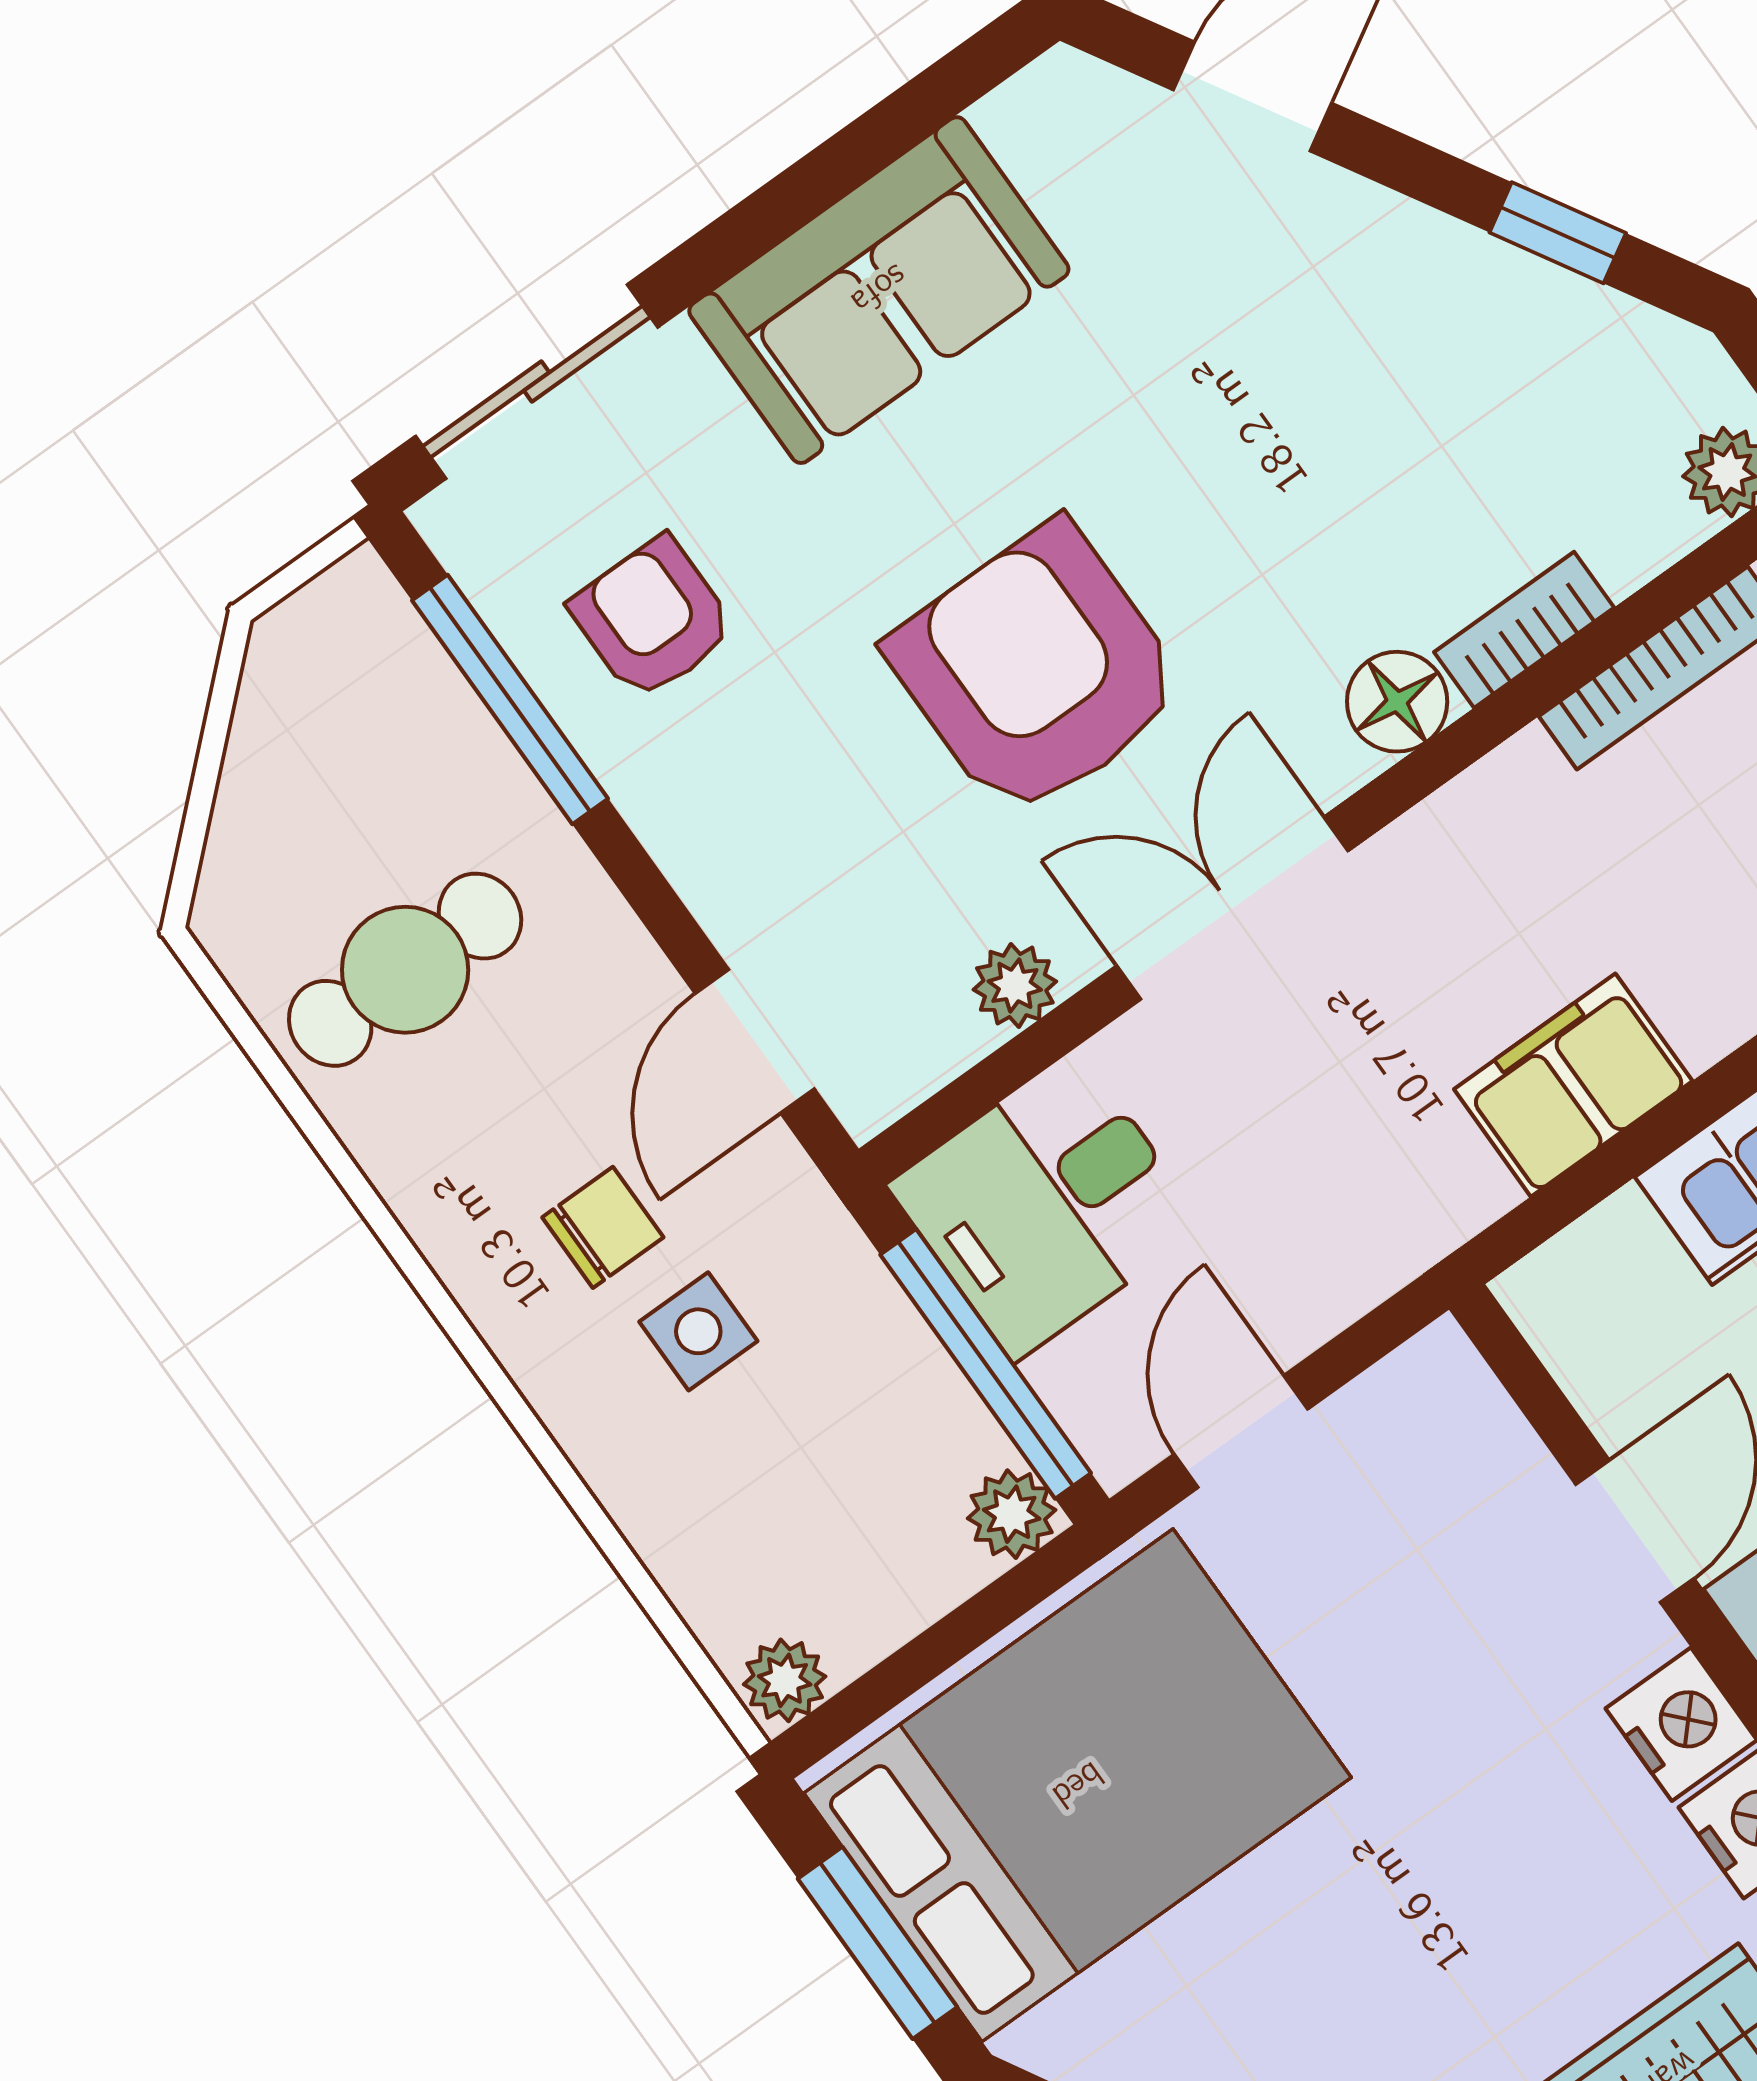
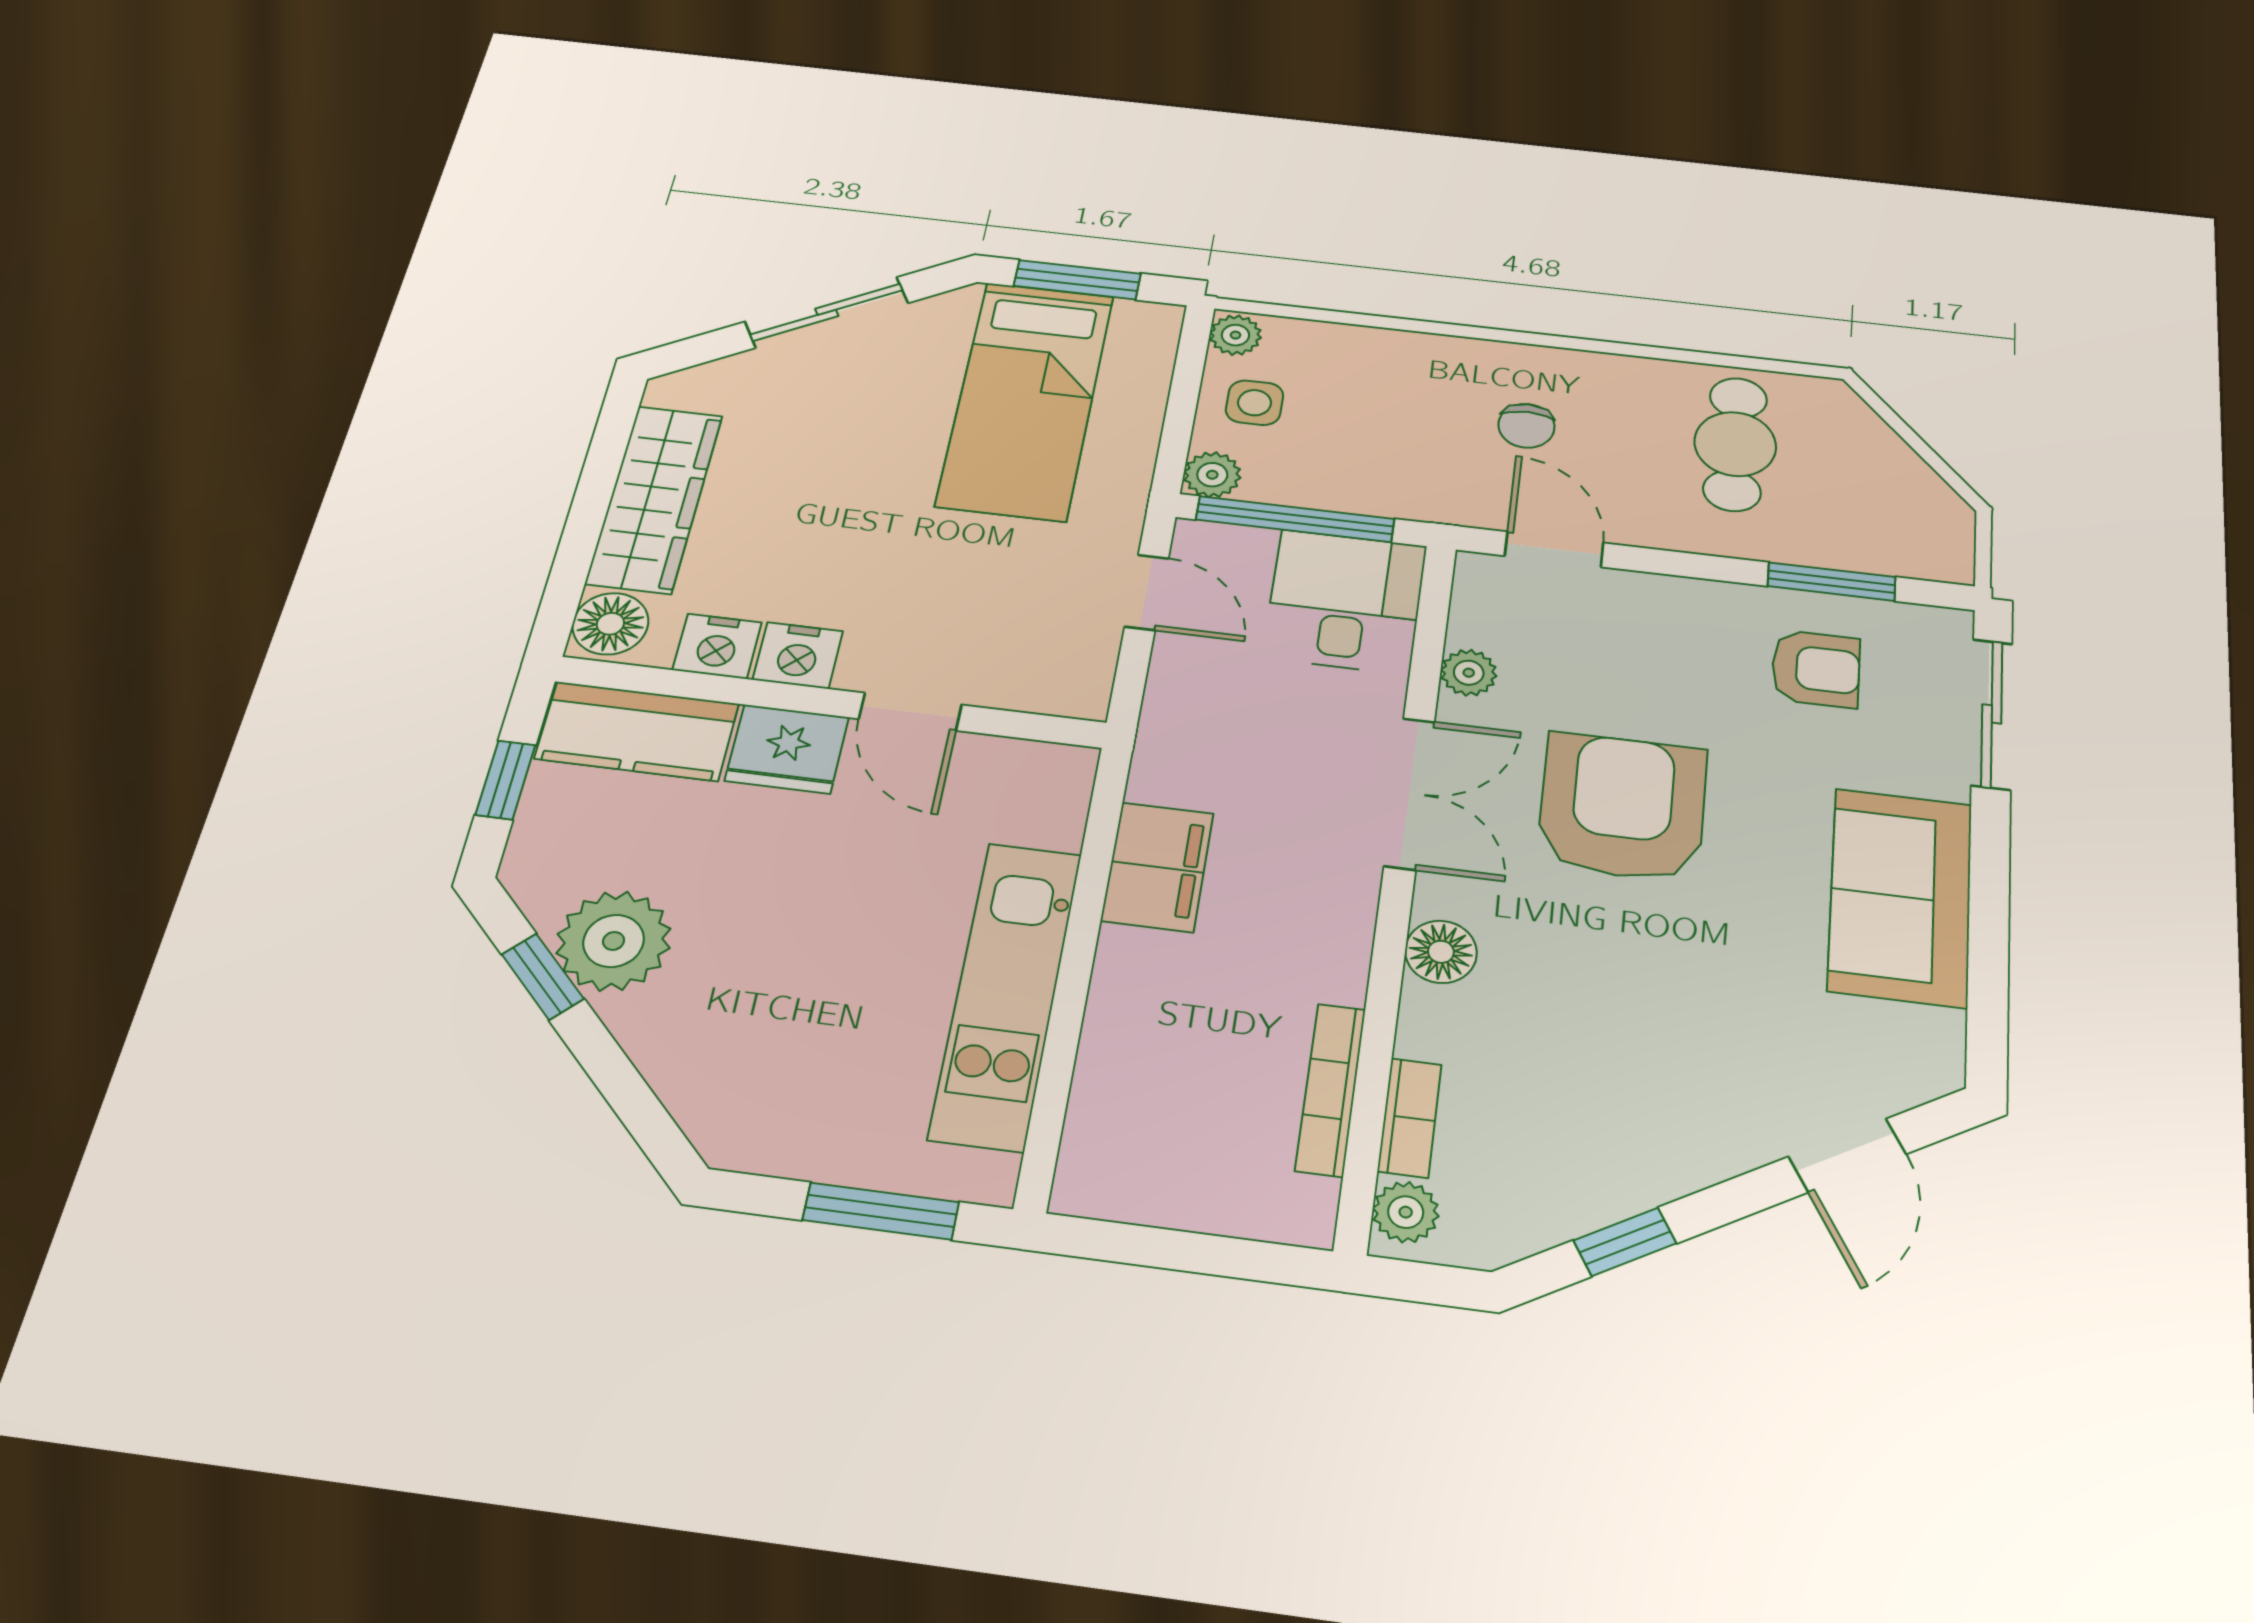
bookcase: (1524, 630) -> (1410, 1118), moved
armchair: (1037, 671) -> (1622, 807), turned -90
window: (510, 700) -> (1831, 582), width x0.69
side table: (698, 1331) -> (1255, 403), moved
bed: (1078, 1785) -> (1026, 400), width x0.67

